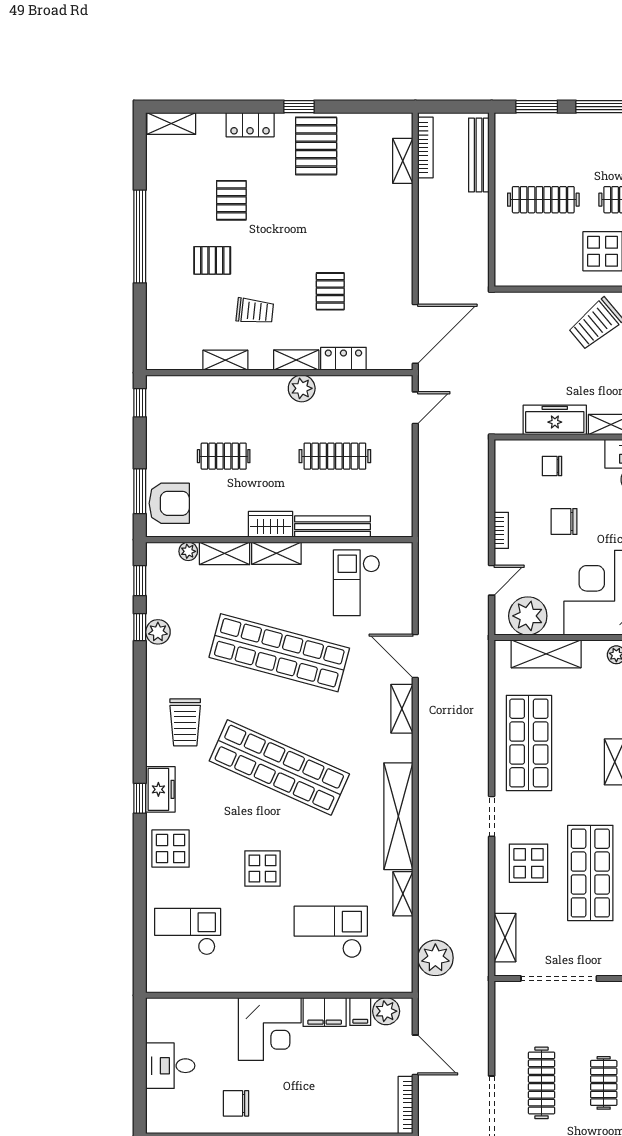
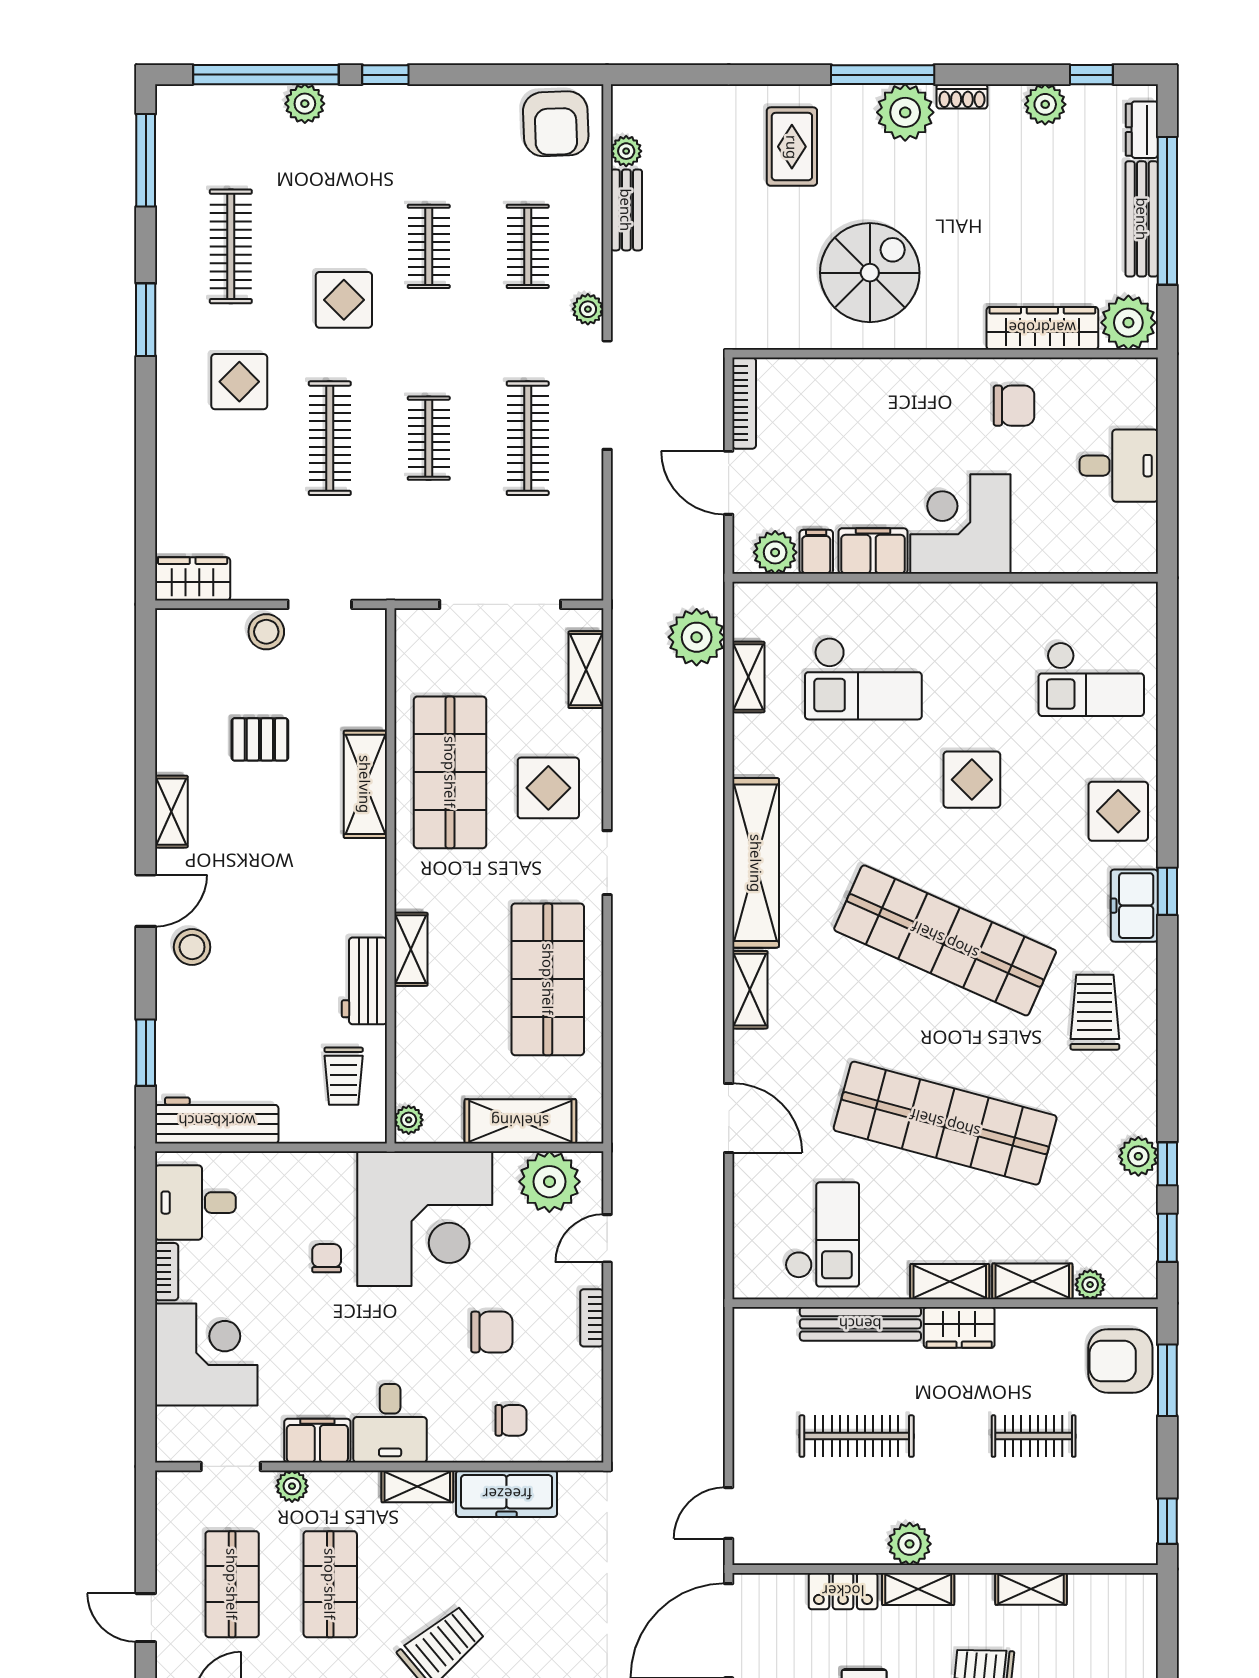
shelving: (402, 709) -> (750, 990), moved
shelving: (403, 894) -> (748, 677), moved

